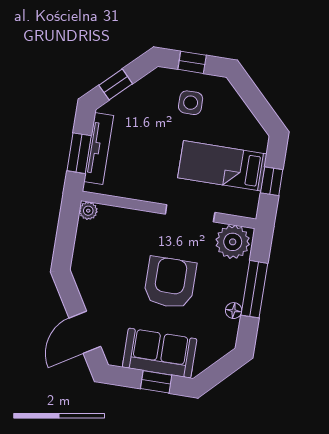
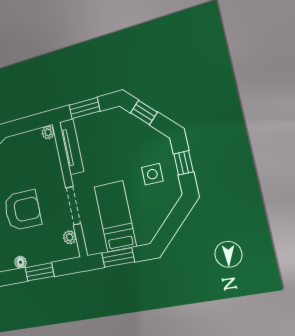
tv unit: (99, 148) -> (72, 147), moved, turned -90
window: (272, 181) -> (118, 257), width x1.50
plant: (233, 242) -> (70, 237), width x0.53, depth x0.53
window: (254, 289) -> (40, 272), width x0.69

